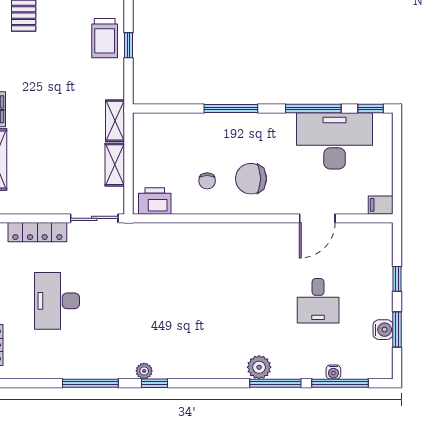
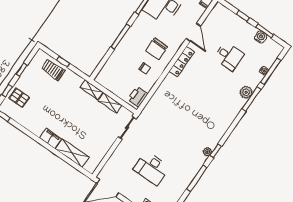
trolley: (105, 38) -> (53, 70), turned 180
locker: (37, 232) -> (182, 62), moved
plant: (259, 367) -> (246, 92), moved

